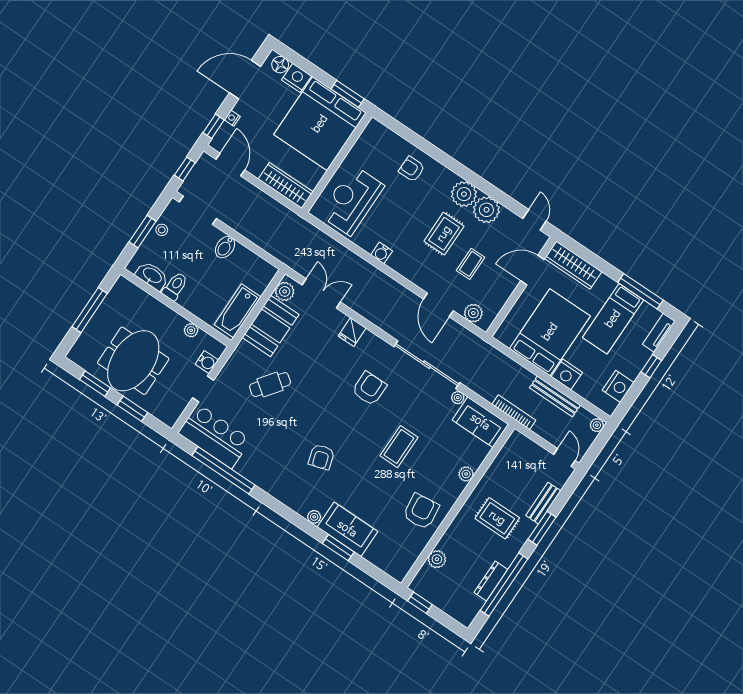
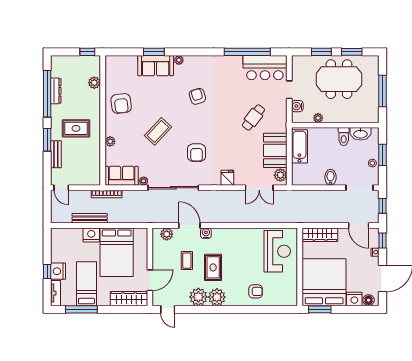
water cooler: (382, 253) -> (206, 233), moved
meeting table: (133, 361) -> (339, 79), turned 90
nightstand: (618, 386) -> (58, 271), moved
plant: (597, 425) -> (55, 218), removed
coffee table: (399, 447) -> (158, 131), turned 43

